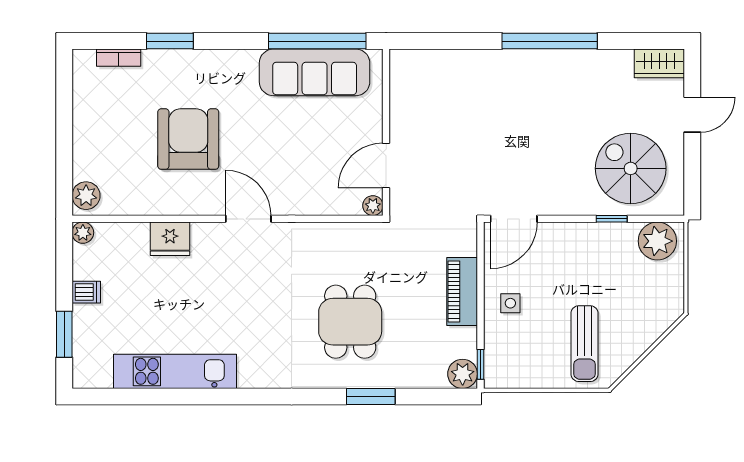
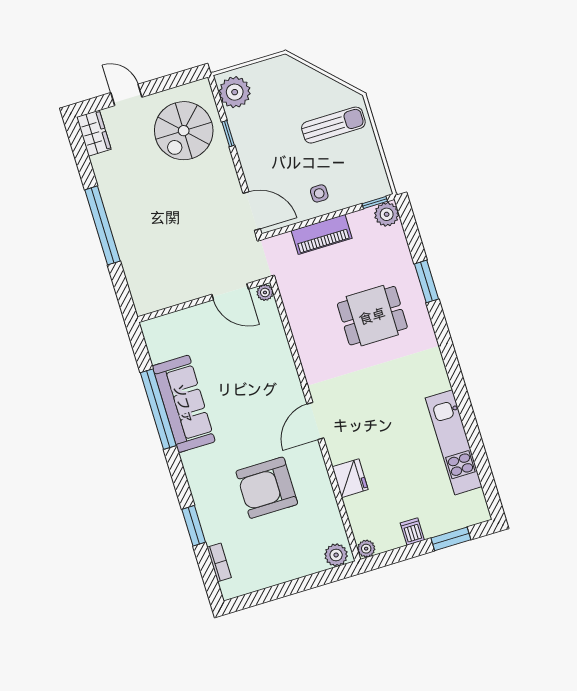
wall: (386, 132) -> (204, 300), moved
door: (386, 166) -> (230, 292), moved
plant: (373, 206) -> (265, 292), moved

